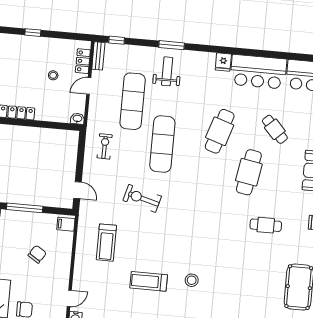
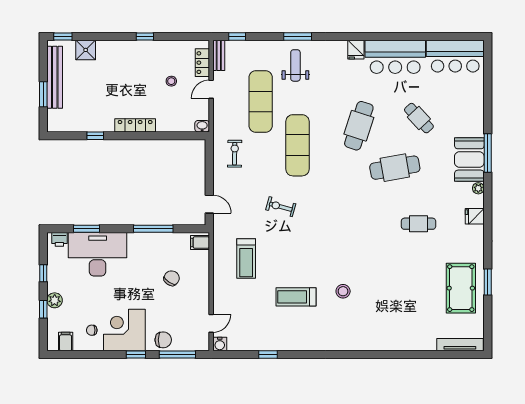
cafe table: (249, 172) -> (395, 168), turned 70
exercise bike: (142, 198) -> (281, 207), width x0.73, depth x0.72

